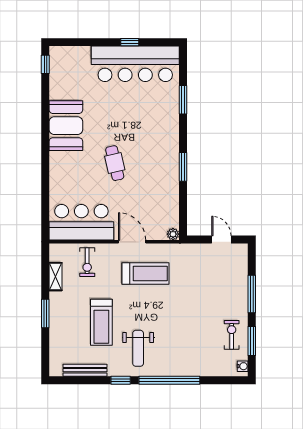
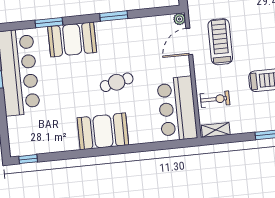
booth: (163, 122) -> (72, 39), added
booth: (66, 126) -> (103, 131), moved
door: (132, 242) -> (189, 41), moved
shelving: (56, 277) -> (216, 130), moved

